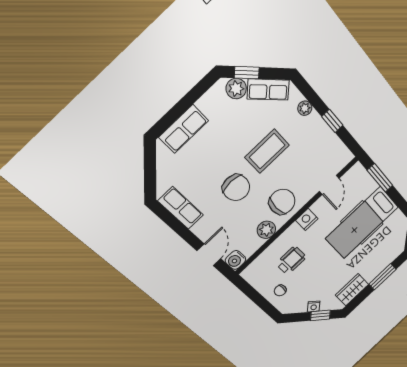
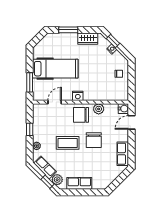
row of seats: (184, 129) -> (79, 183), moved
chair: (236, 188) -> (94, 140), turned 180
wheelchair: (291, 260) -> (101, 83), removed

